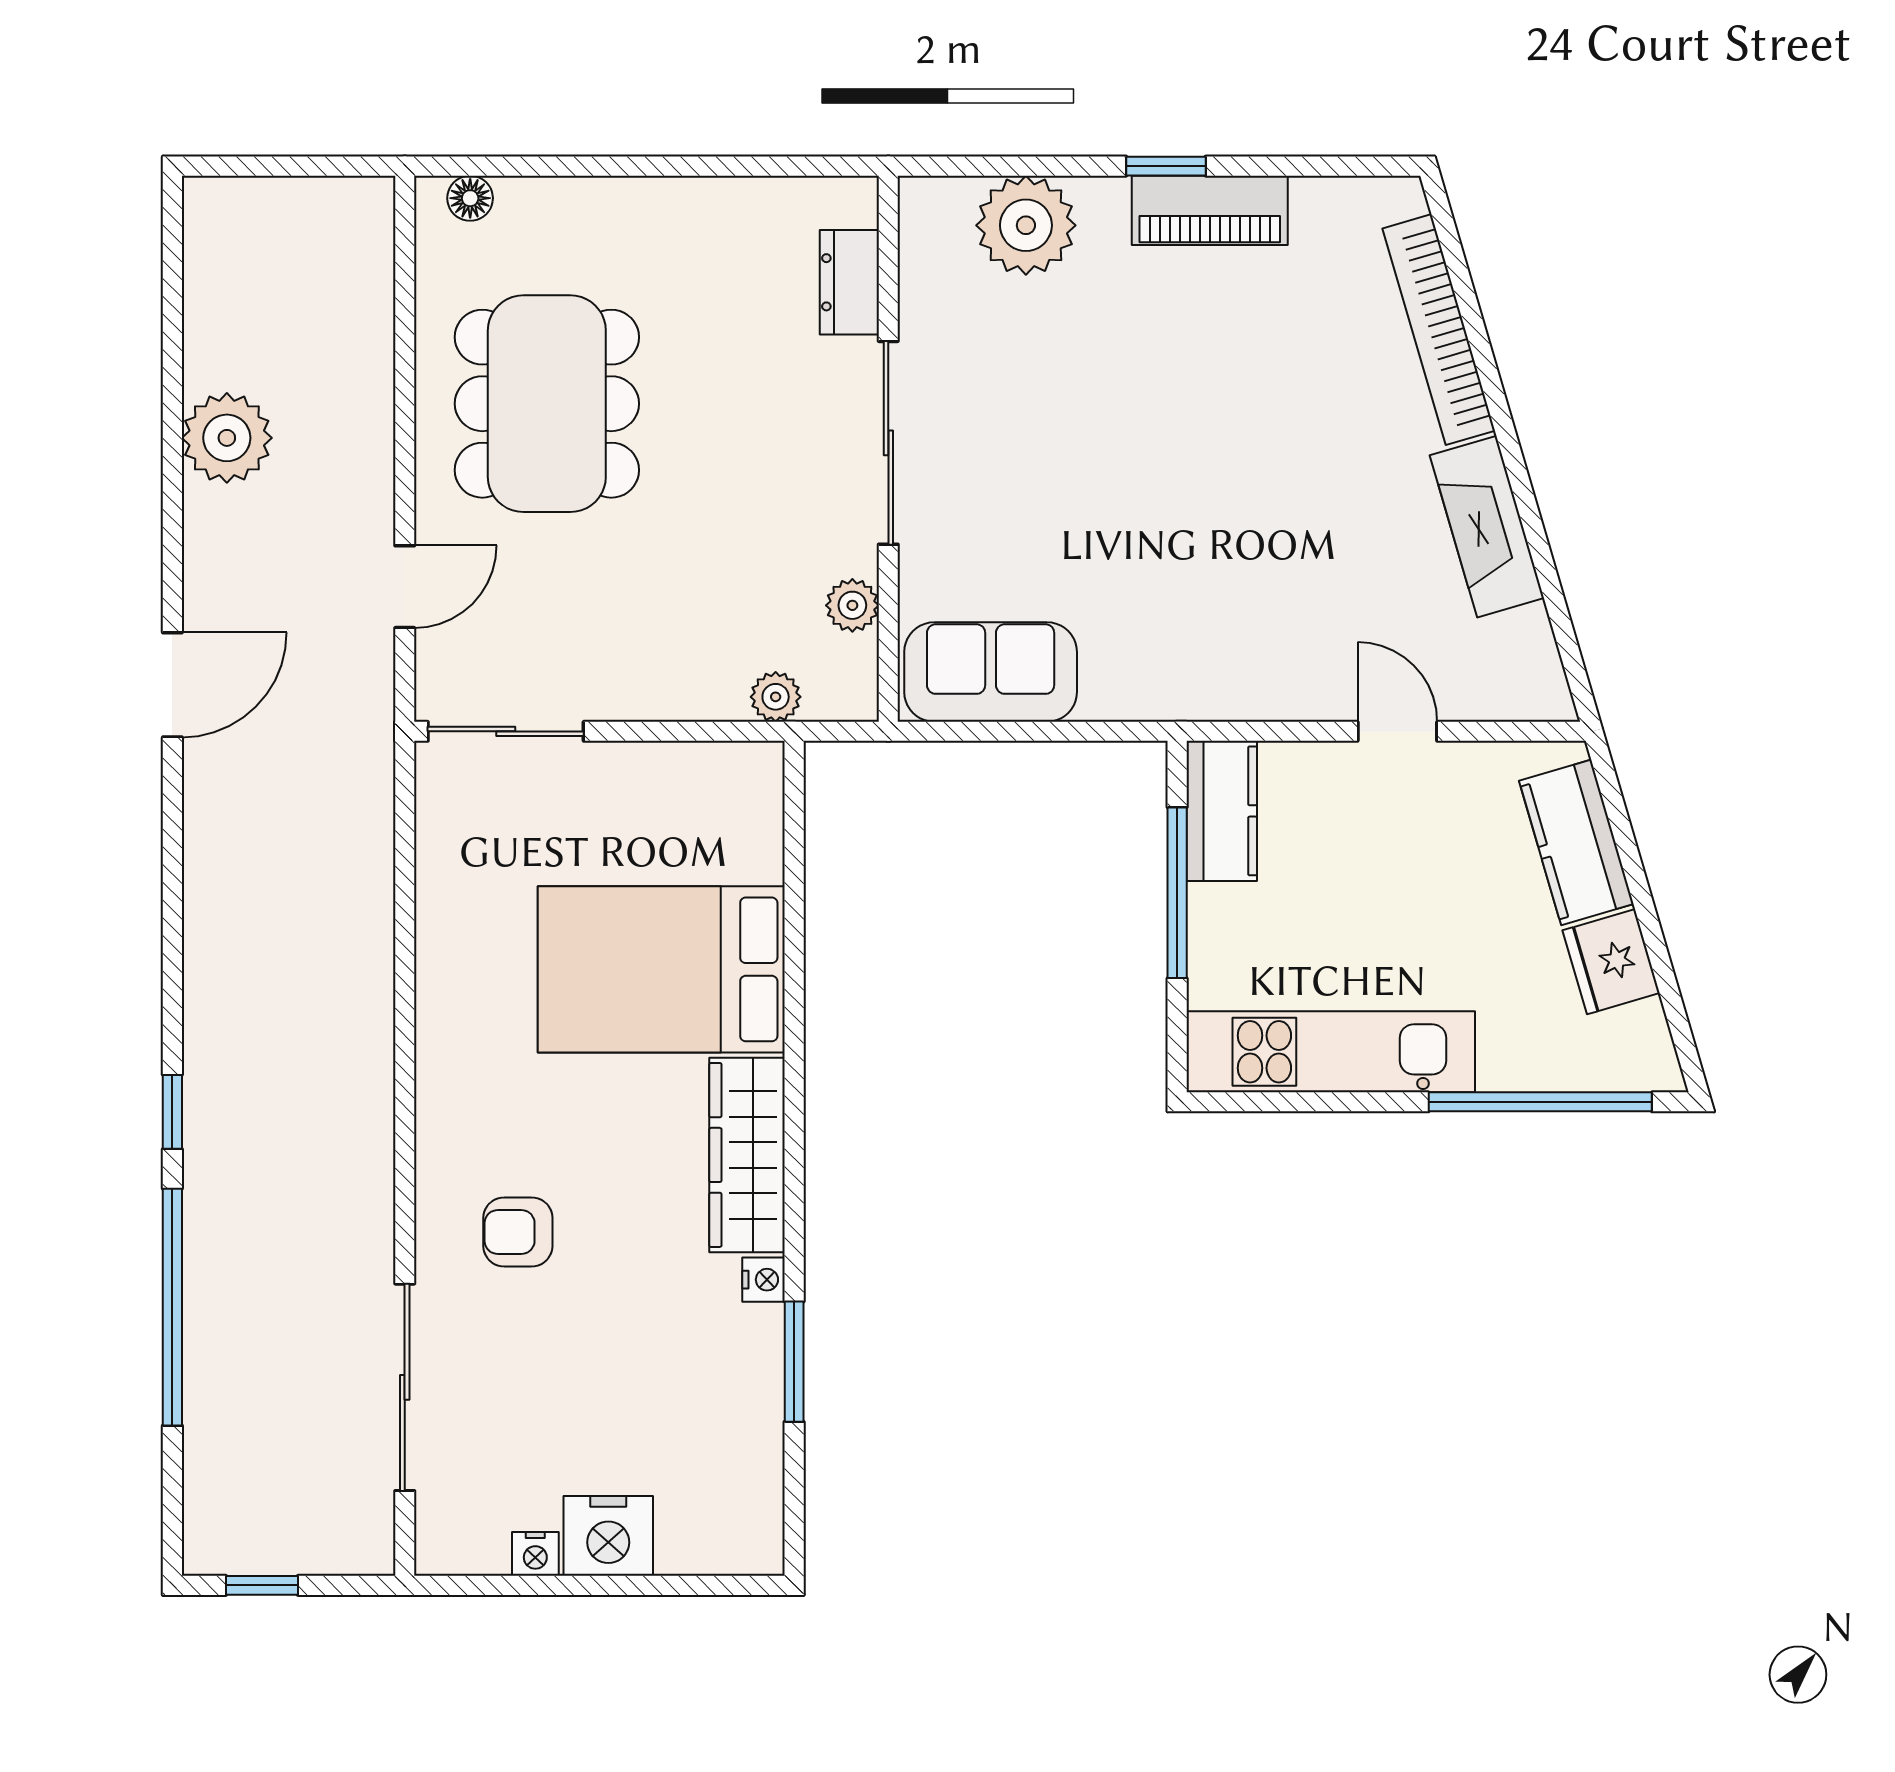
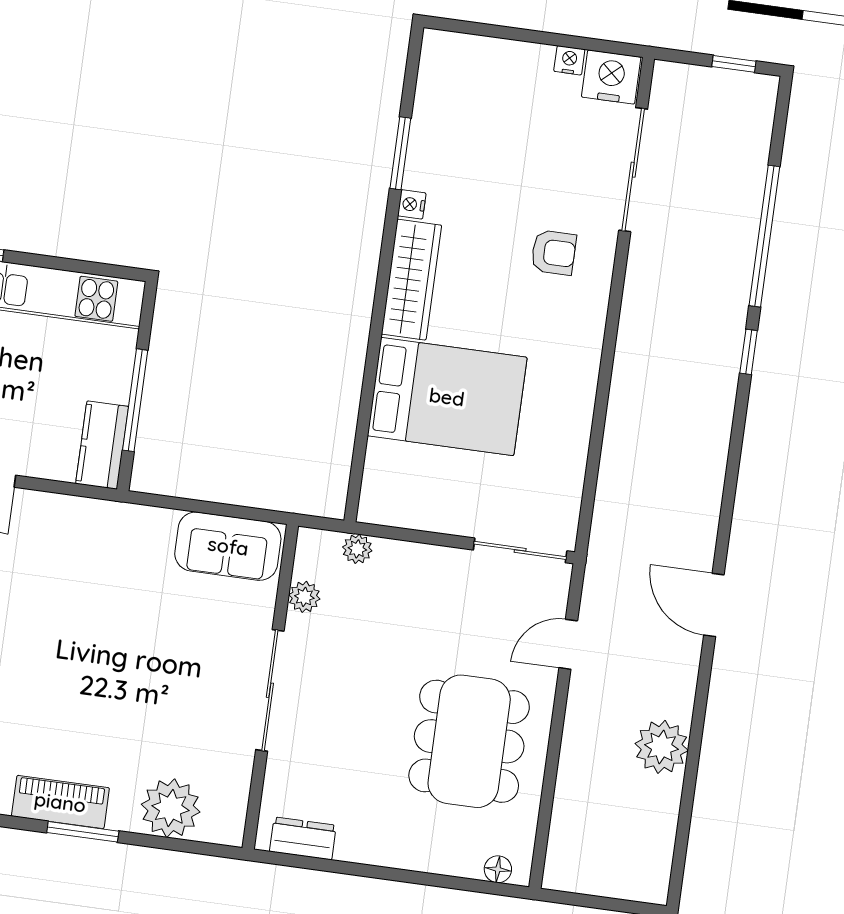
window: (1166, 166) -> (83, 832), width x1.50
dresser: (849, 282) -> (303, 838), moved, turned -90
door: (172, 685) -> (714, 605), hinge flipped
nightstand: (608, 1536) -> (611, 77), moved

